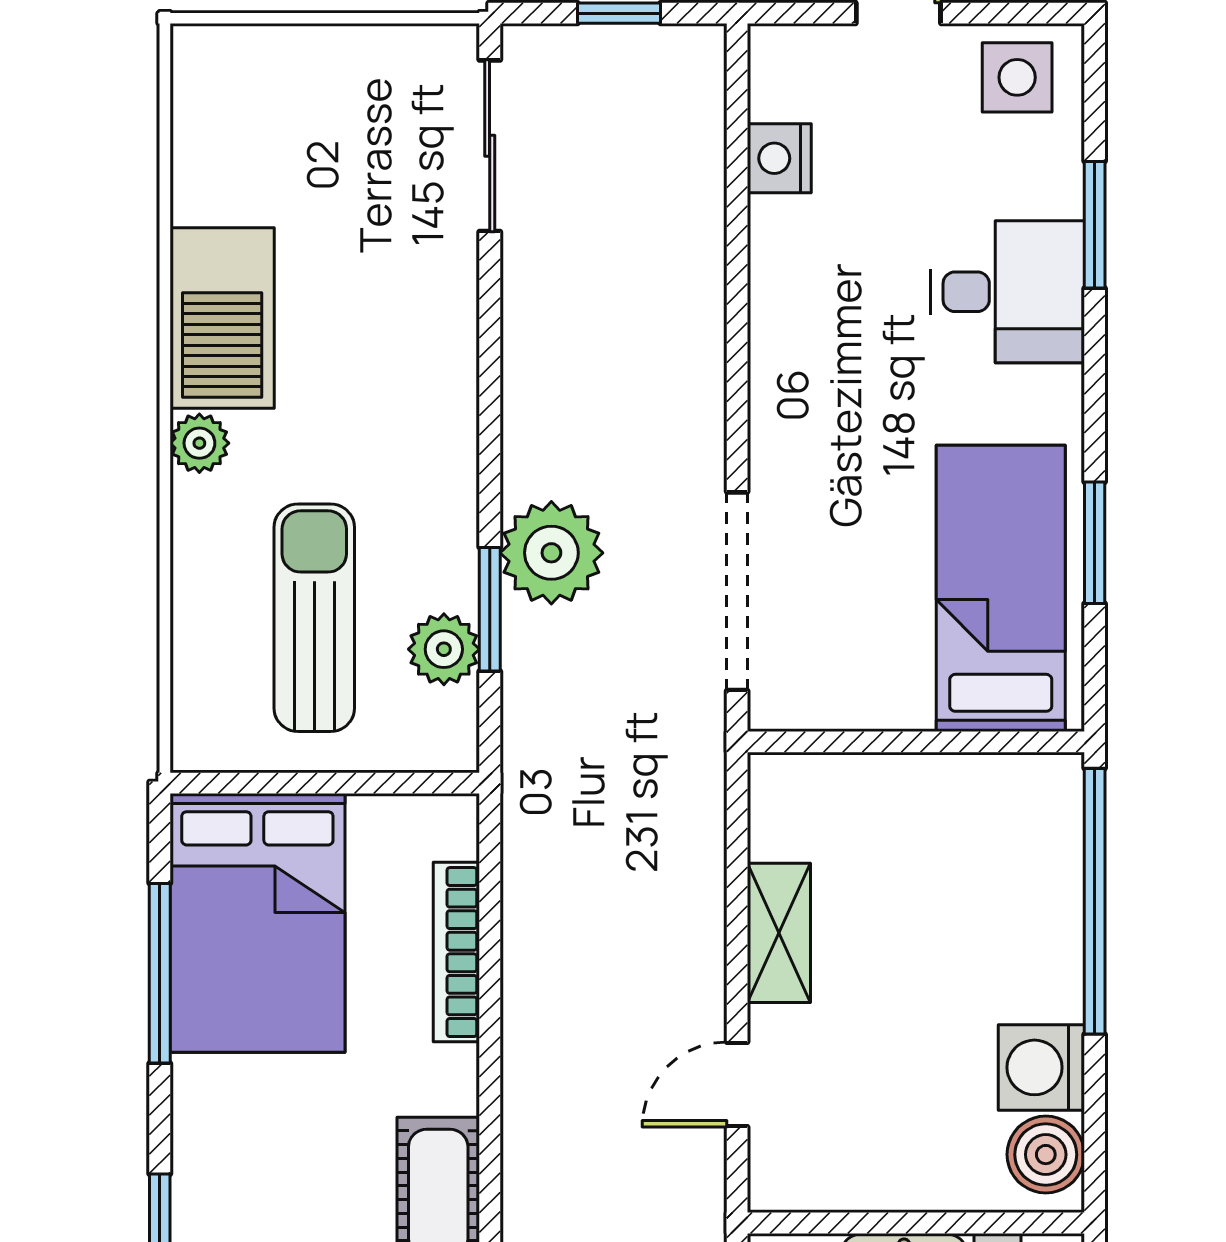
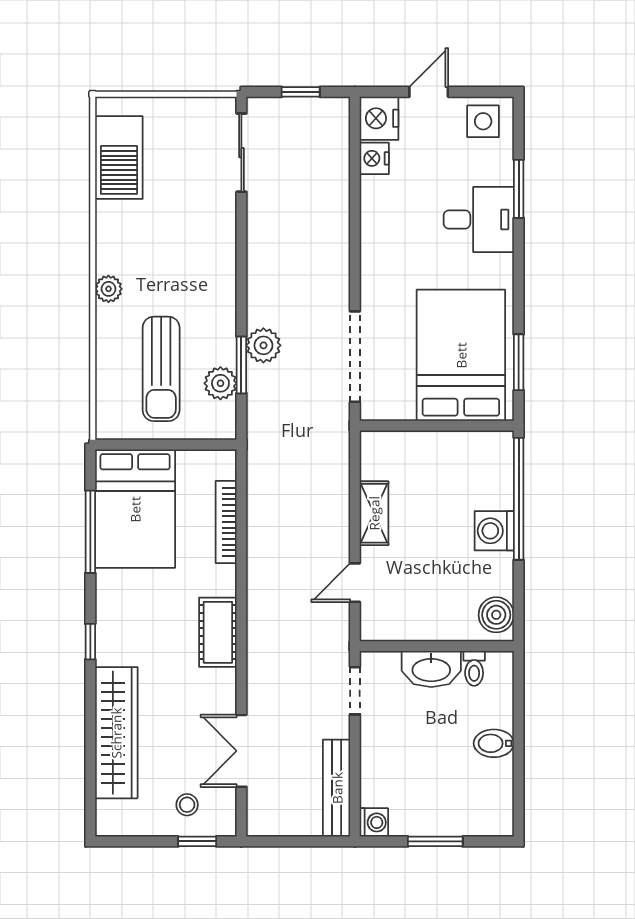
nightstand: (790, 71) -> (379, 118), added
barbecue: (222, 318) -> (119, 158), moved
window: (1095, 543) -> (519, 362), moved
plant: (551, 553) -> (263, 345), width x0.73, depth x0.73
bed: (1001, 588) -> (461, 355), width x1.50
sun lounger: (314, 618) -> (161, 369), turned 180
washing machine: (1041, 1067) -> (494, 531), moved

